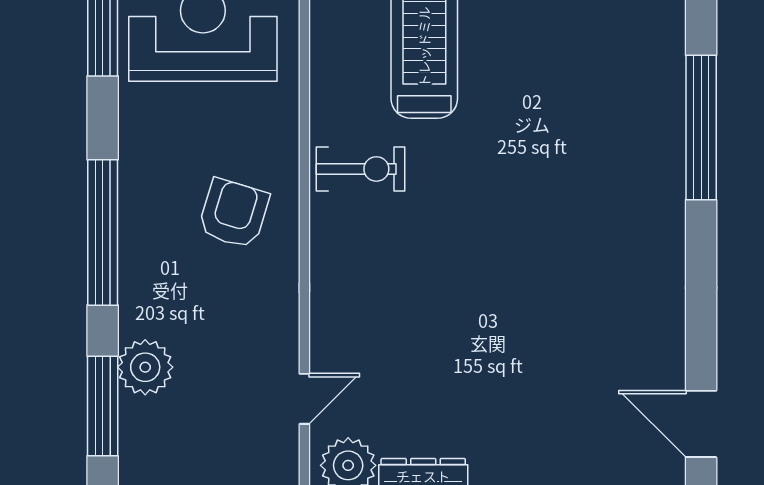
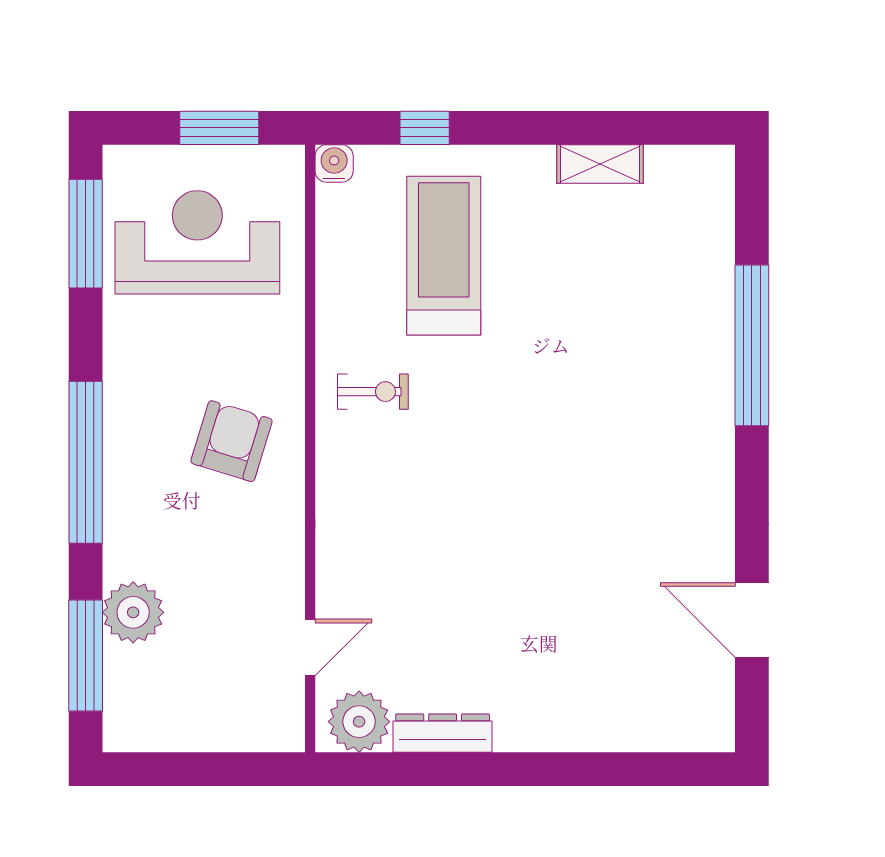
exercise bike: (360, 169) -> (373, 392), width x0.73, depth x0.72
door: (701, 424) -> (752, 620), moved

